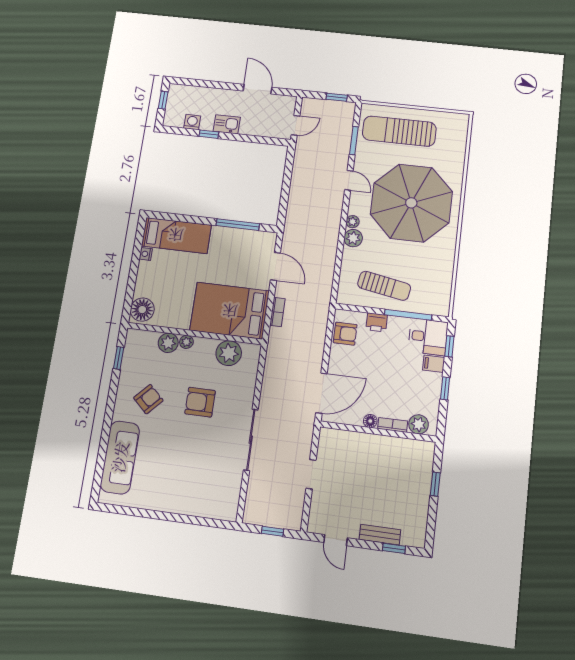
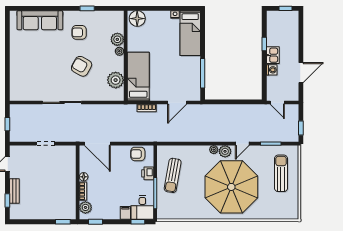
washing machine: (192, 122) -> (272, 70), moved
sun lounger: (399, 131) -> (281, 173), width x0.73, depth x0.75
plant: (353, 238) -> (225, 151), moved
bed: (230, 311) -> (138, 76), width x0.67
armchair: (345, 334) -> (138, 154), turned 90
window: (119, 358) -> (87, 8), moved
window: (445, 388) -> (96, 222), moved
armchair: (148, 399) -> (79, 32), turned 137
armchair: (200, 402) -> (82, 66), turned -61
window: (435, 484) -> (63, 222), moved

